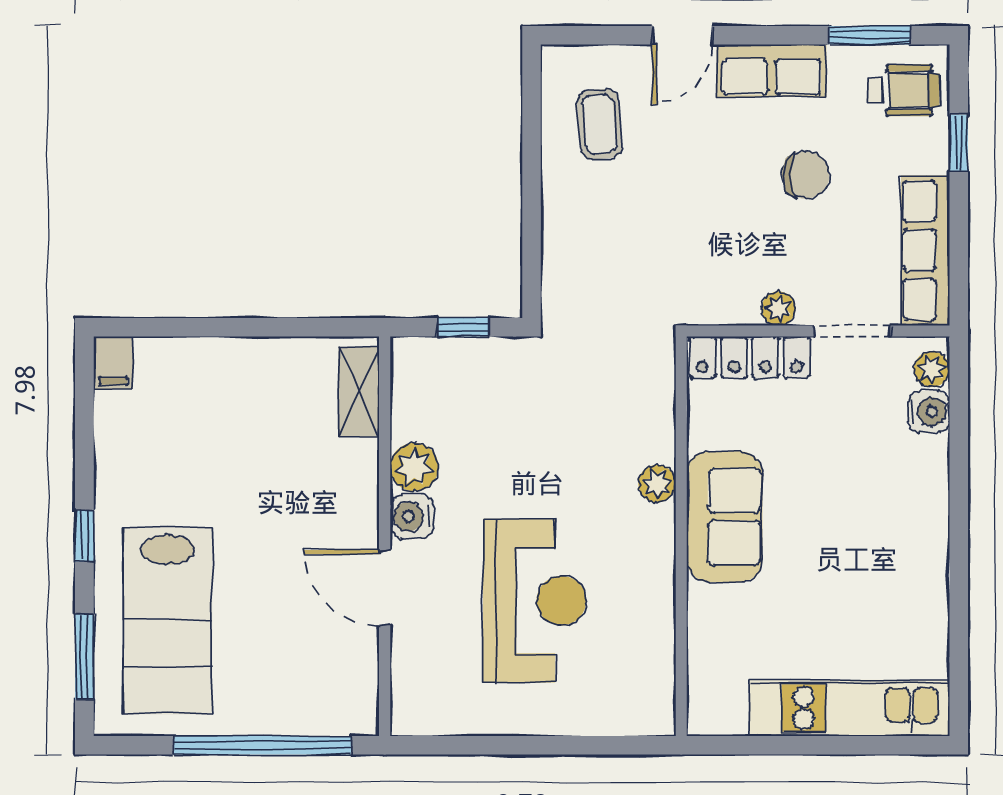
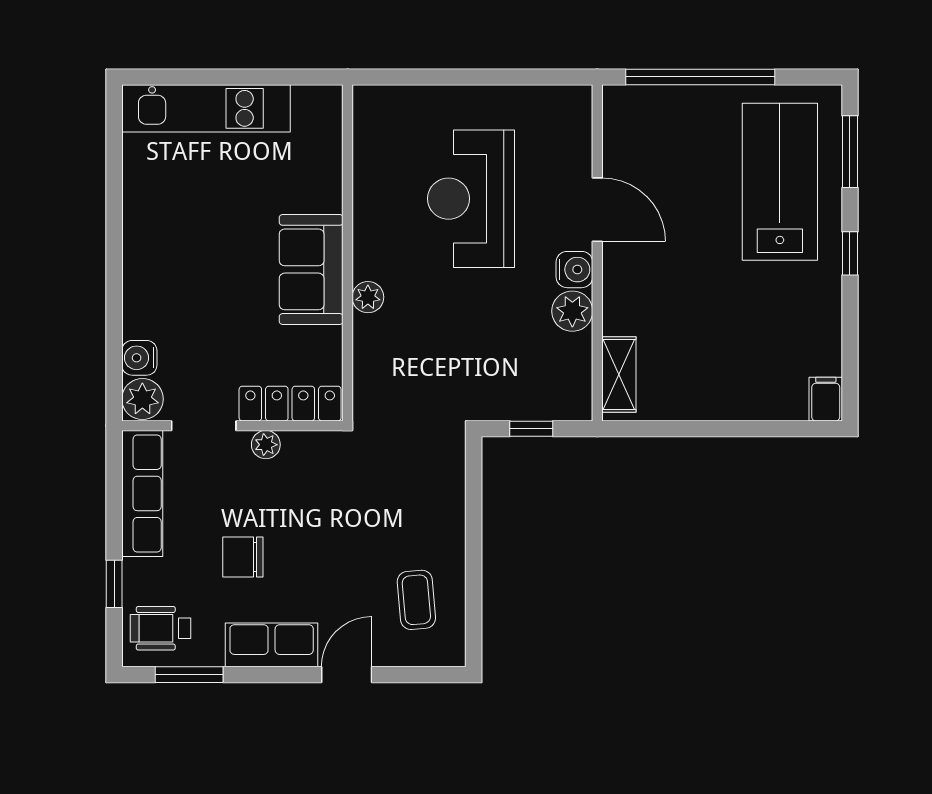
plant: (932, 369) -> (142, 399), width x1.38, depth x1.38

